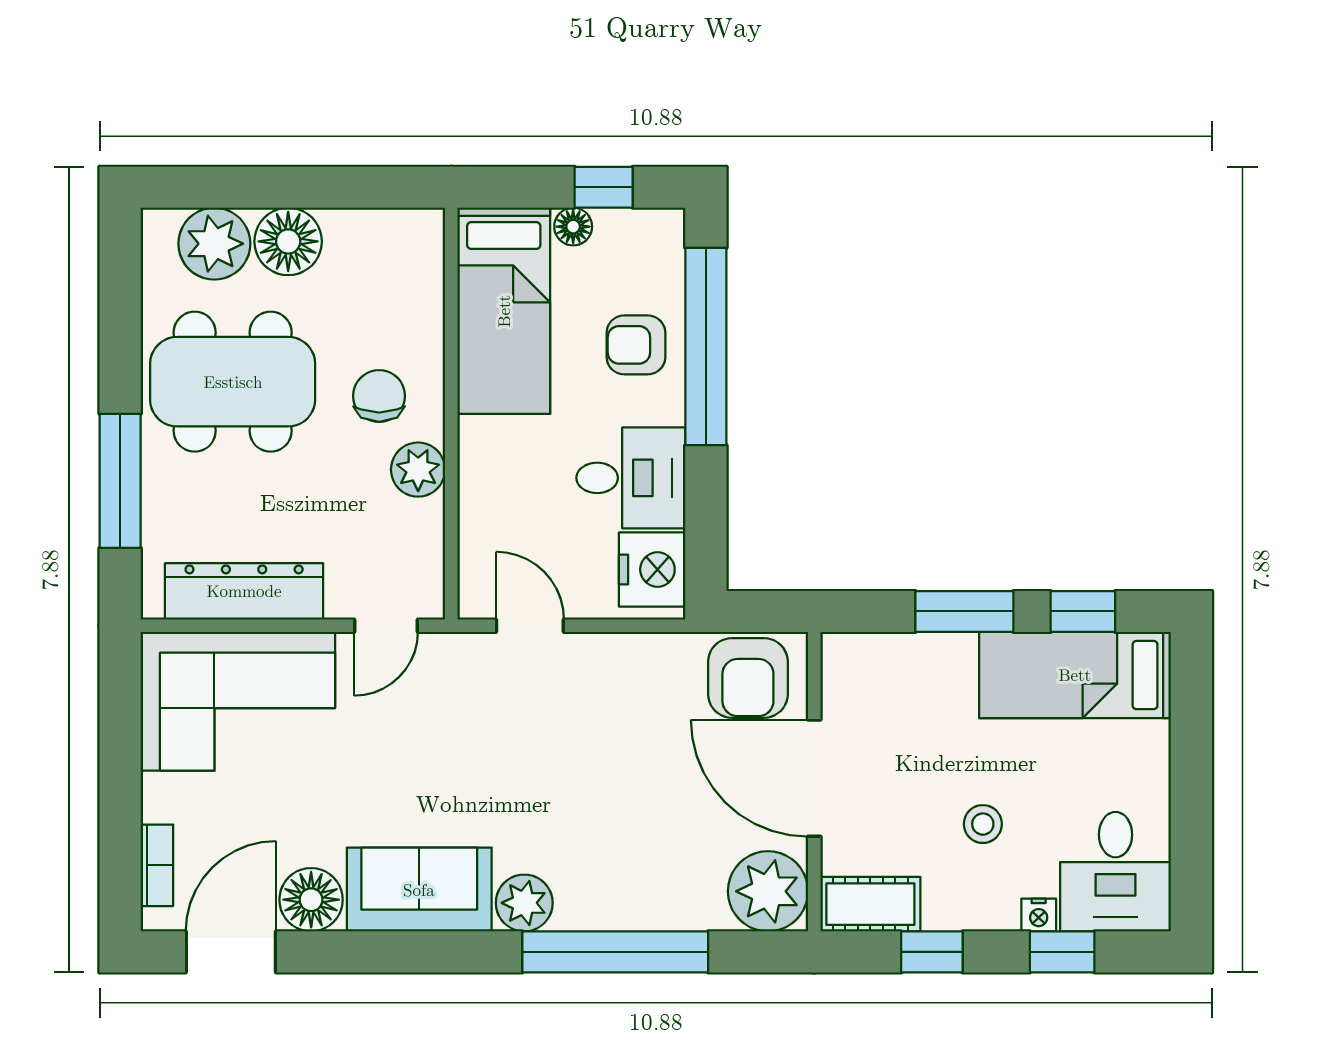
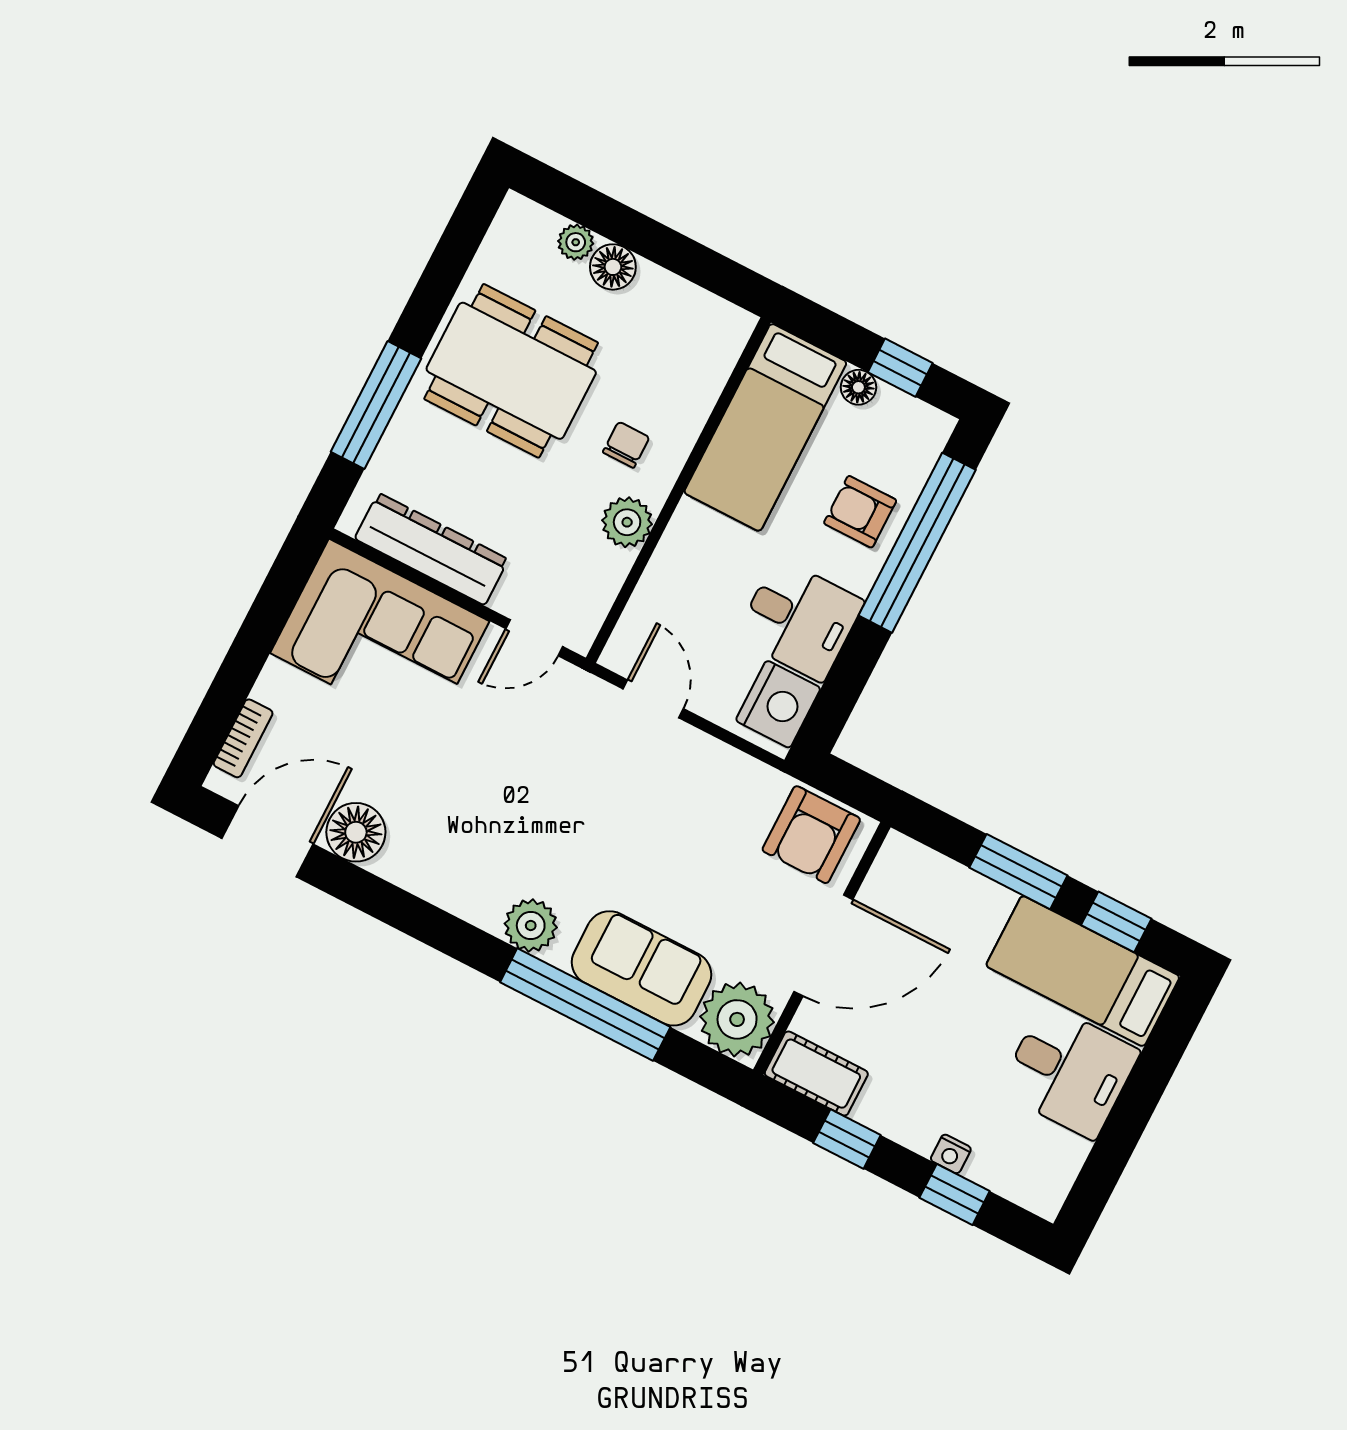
floor lamp: (288, 241) -> (613, 267), width x0.73, depth x0.73
plant: (214, 244) -> (576, 242), width x0.53, depth x0.53
chair: (379, 396) -> (626, 445), width x0.73, depth x0.73
door: (814, 778) -> (823, 945), swing flipped
stool: (983, 824) -> (943, 1055), removed
desk: (1116, 872) -> (1069, 1071), moved, turned -90
sofa: (419, 890) -> (641, 968), moved

